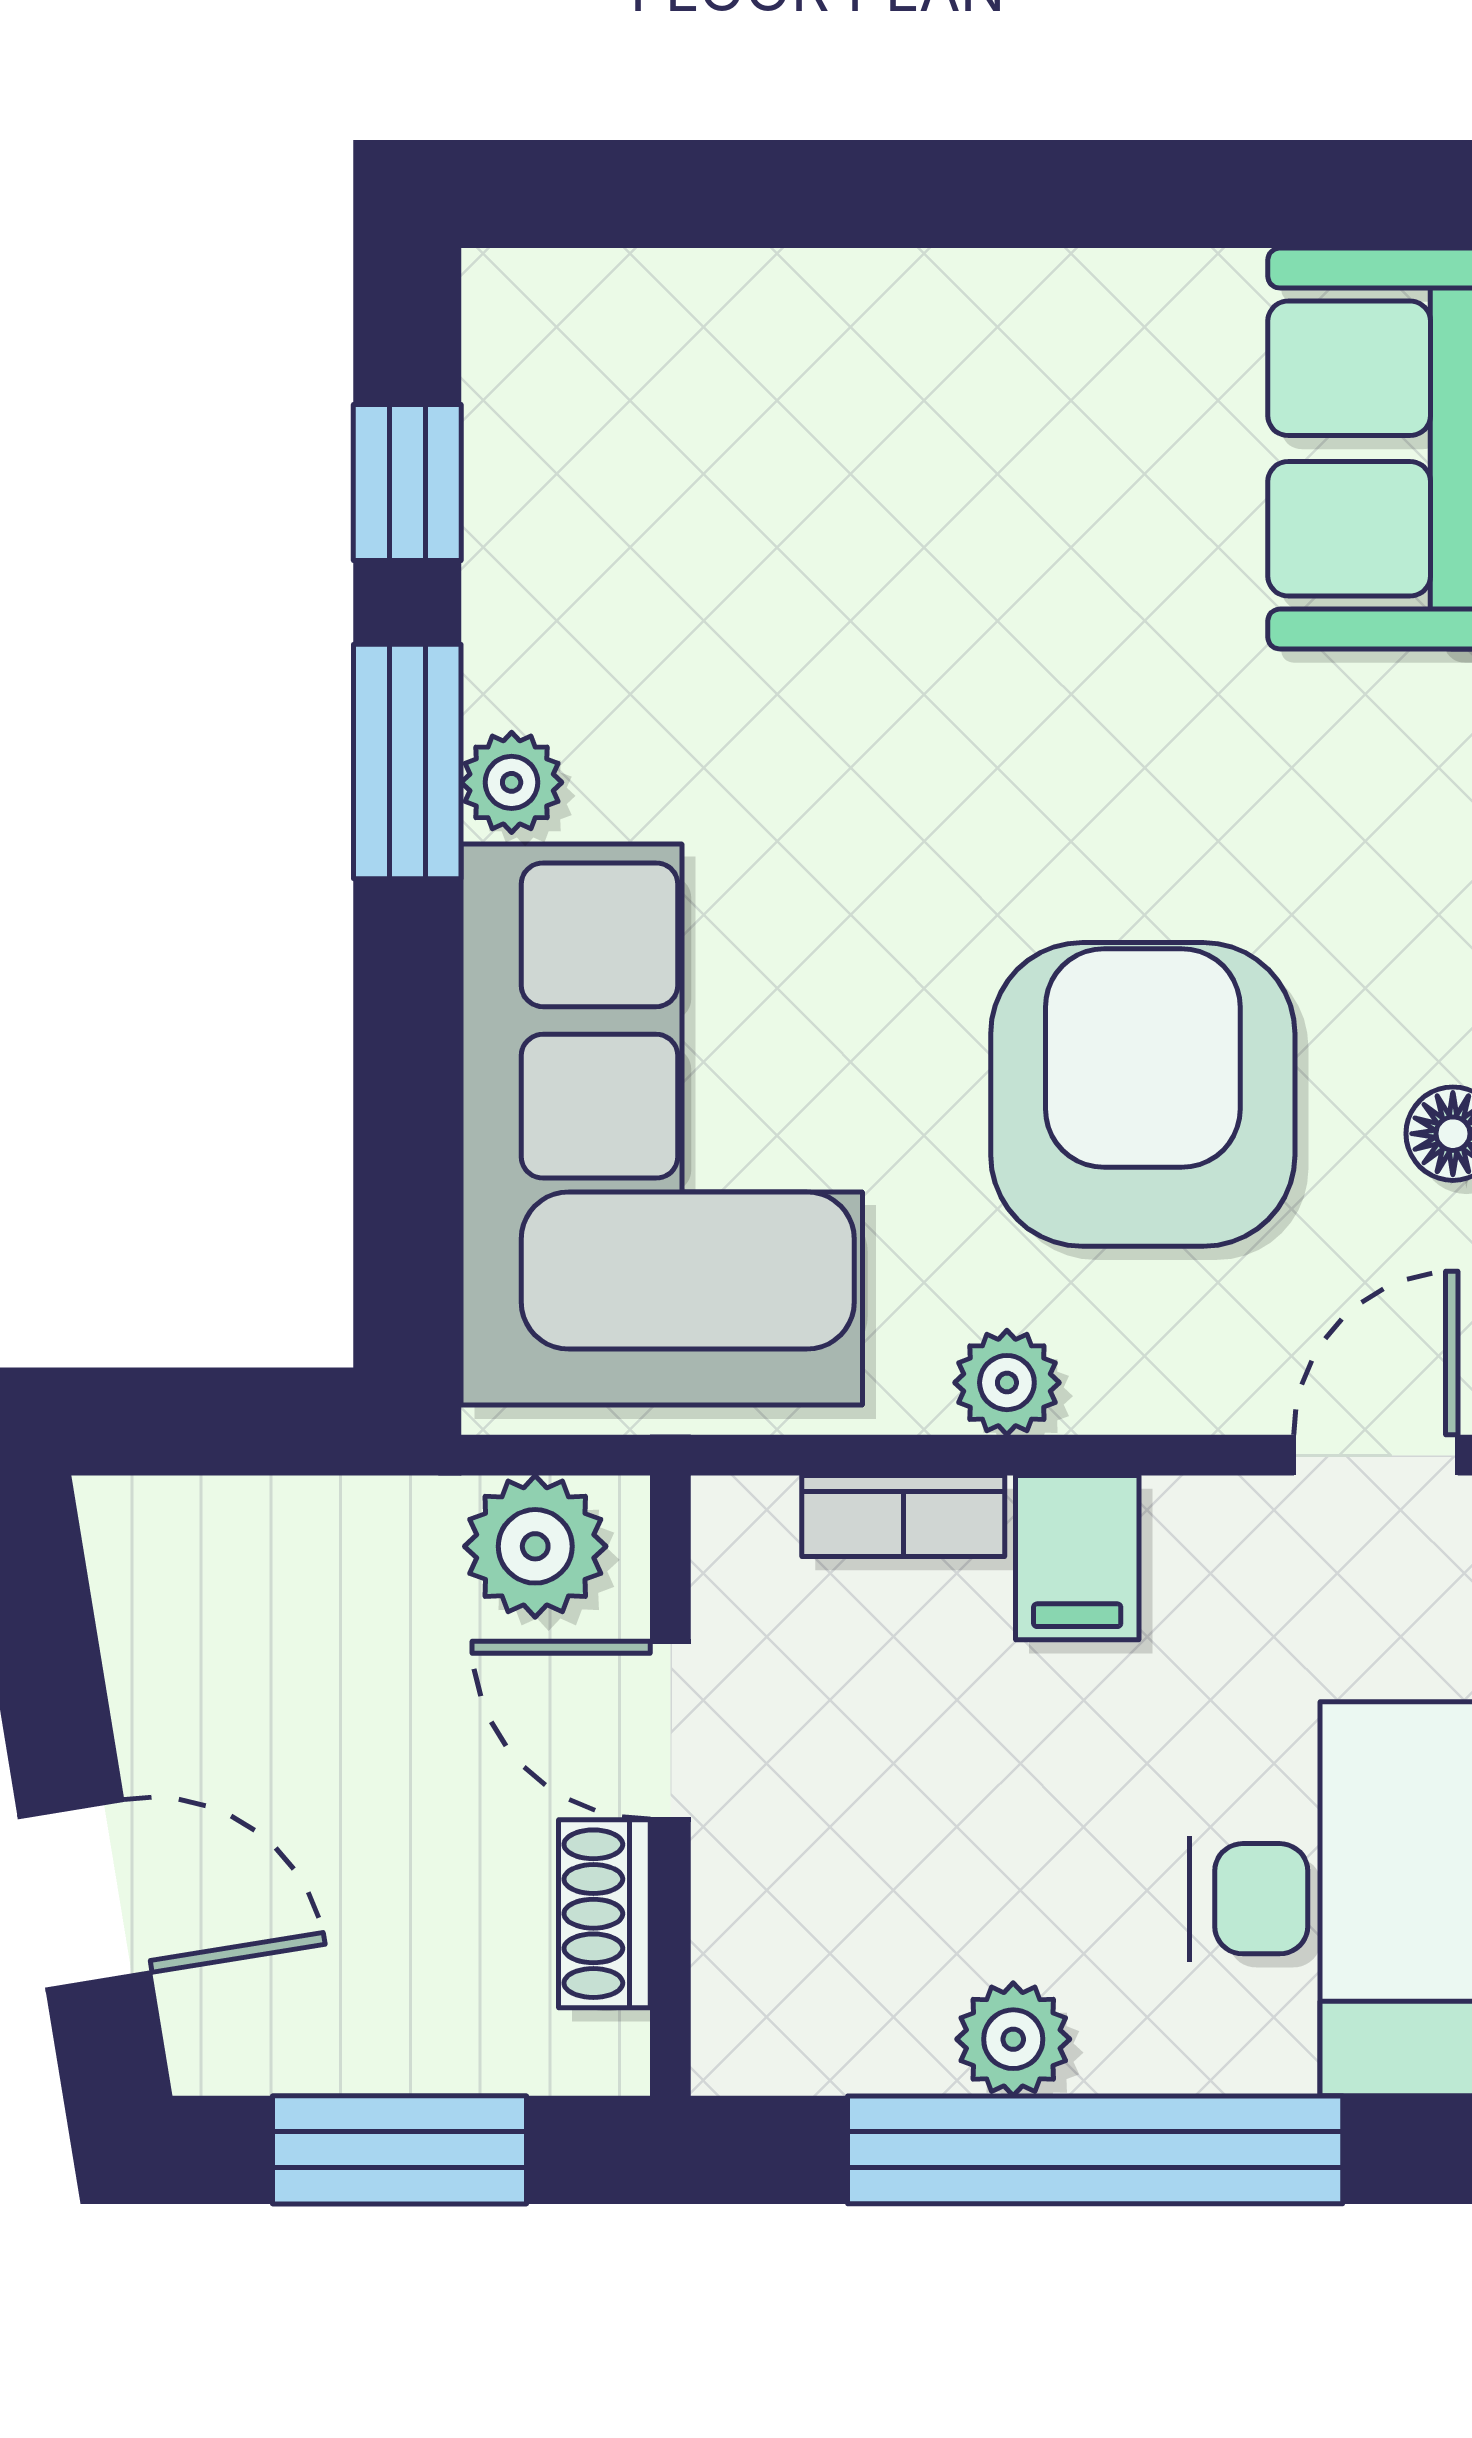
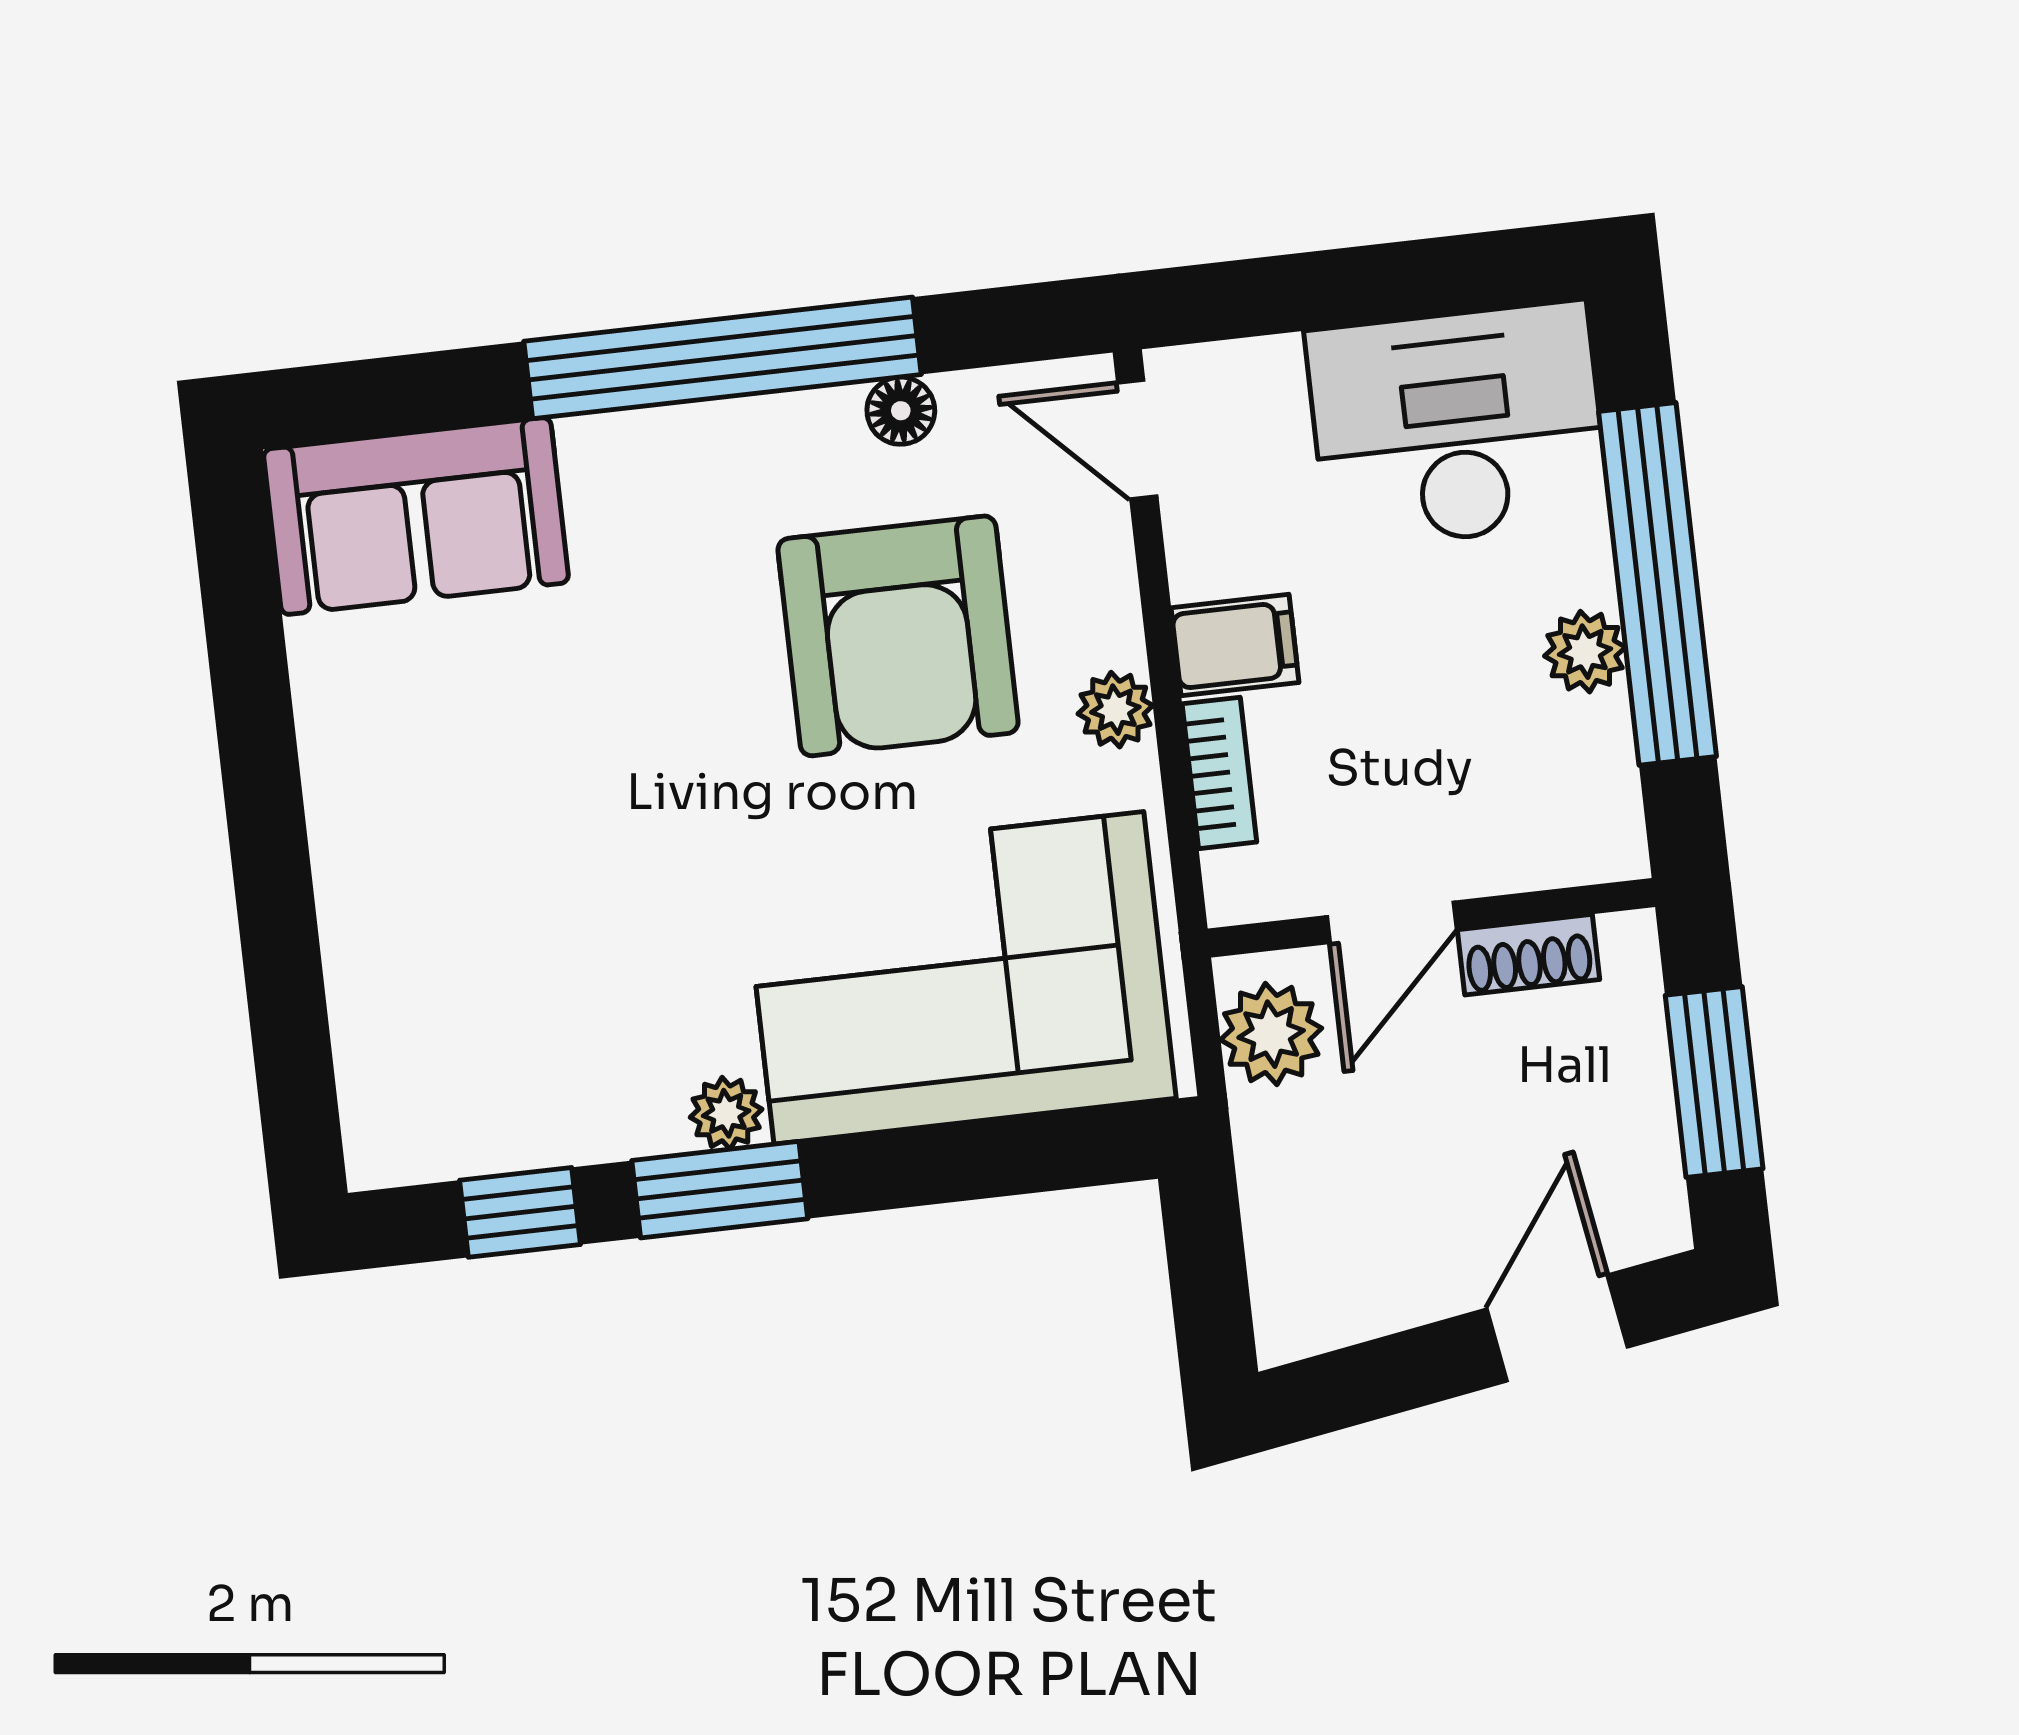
armchair: (1143, 1094) -> (898, 636), turned -90

